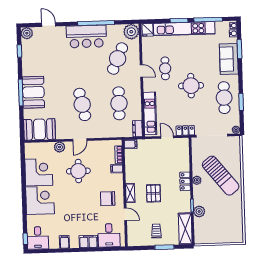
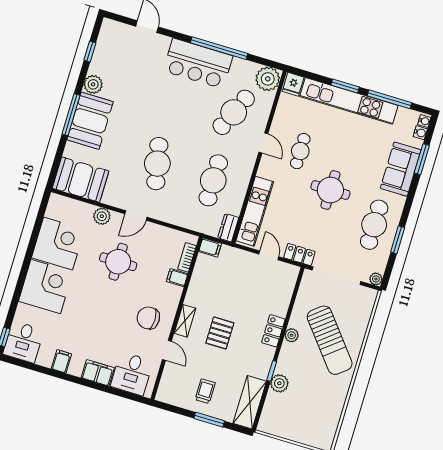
plant: (27, 33) -> (93, 84), moved

